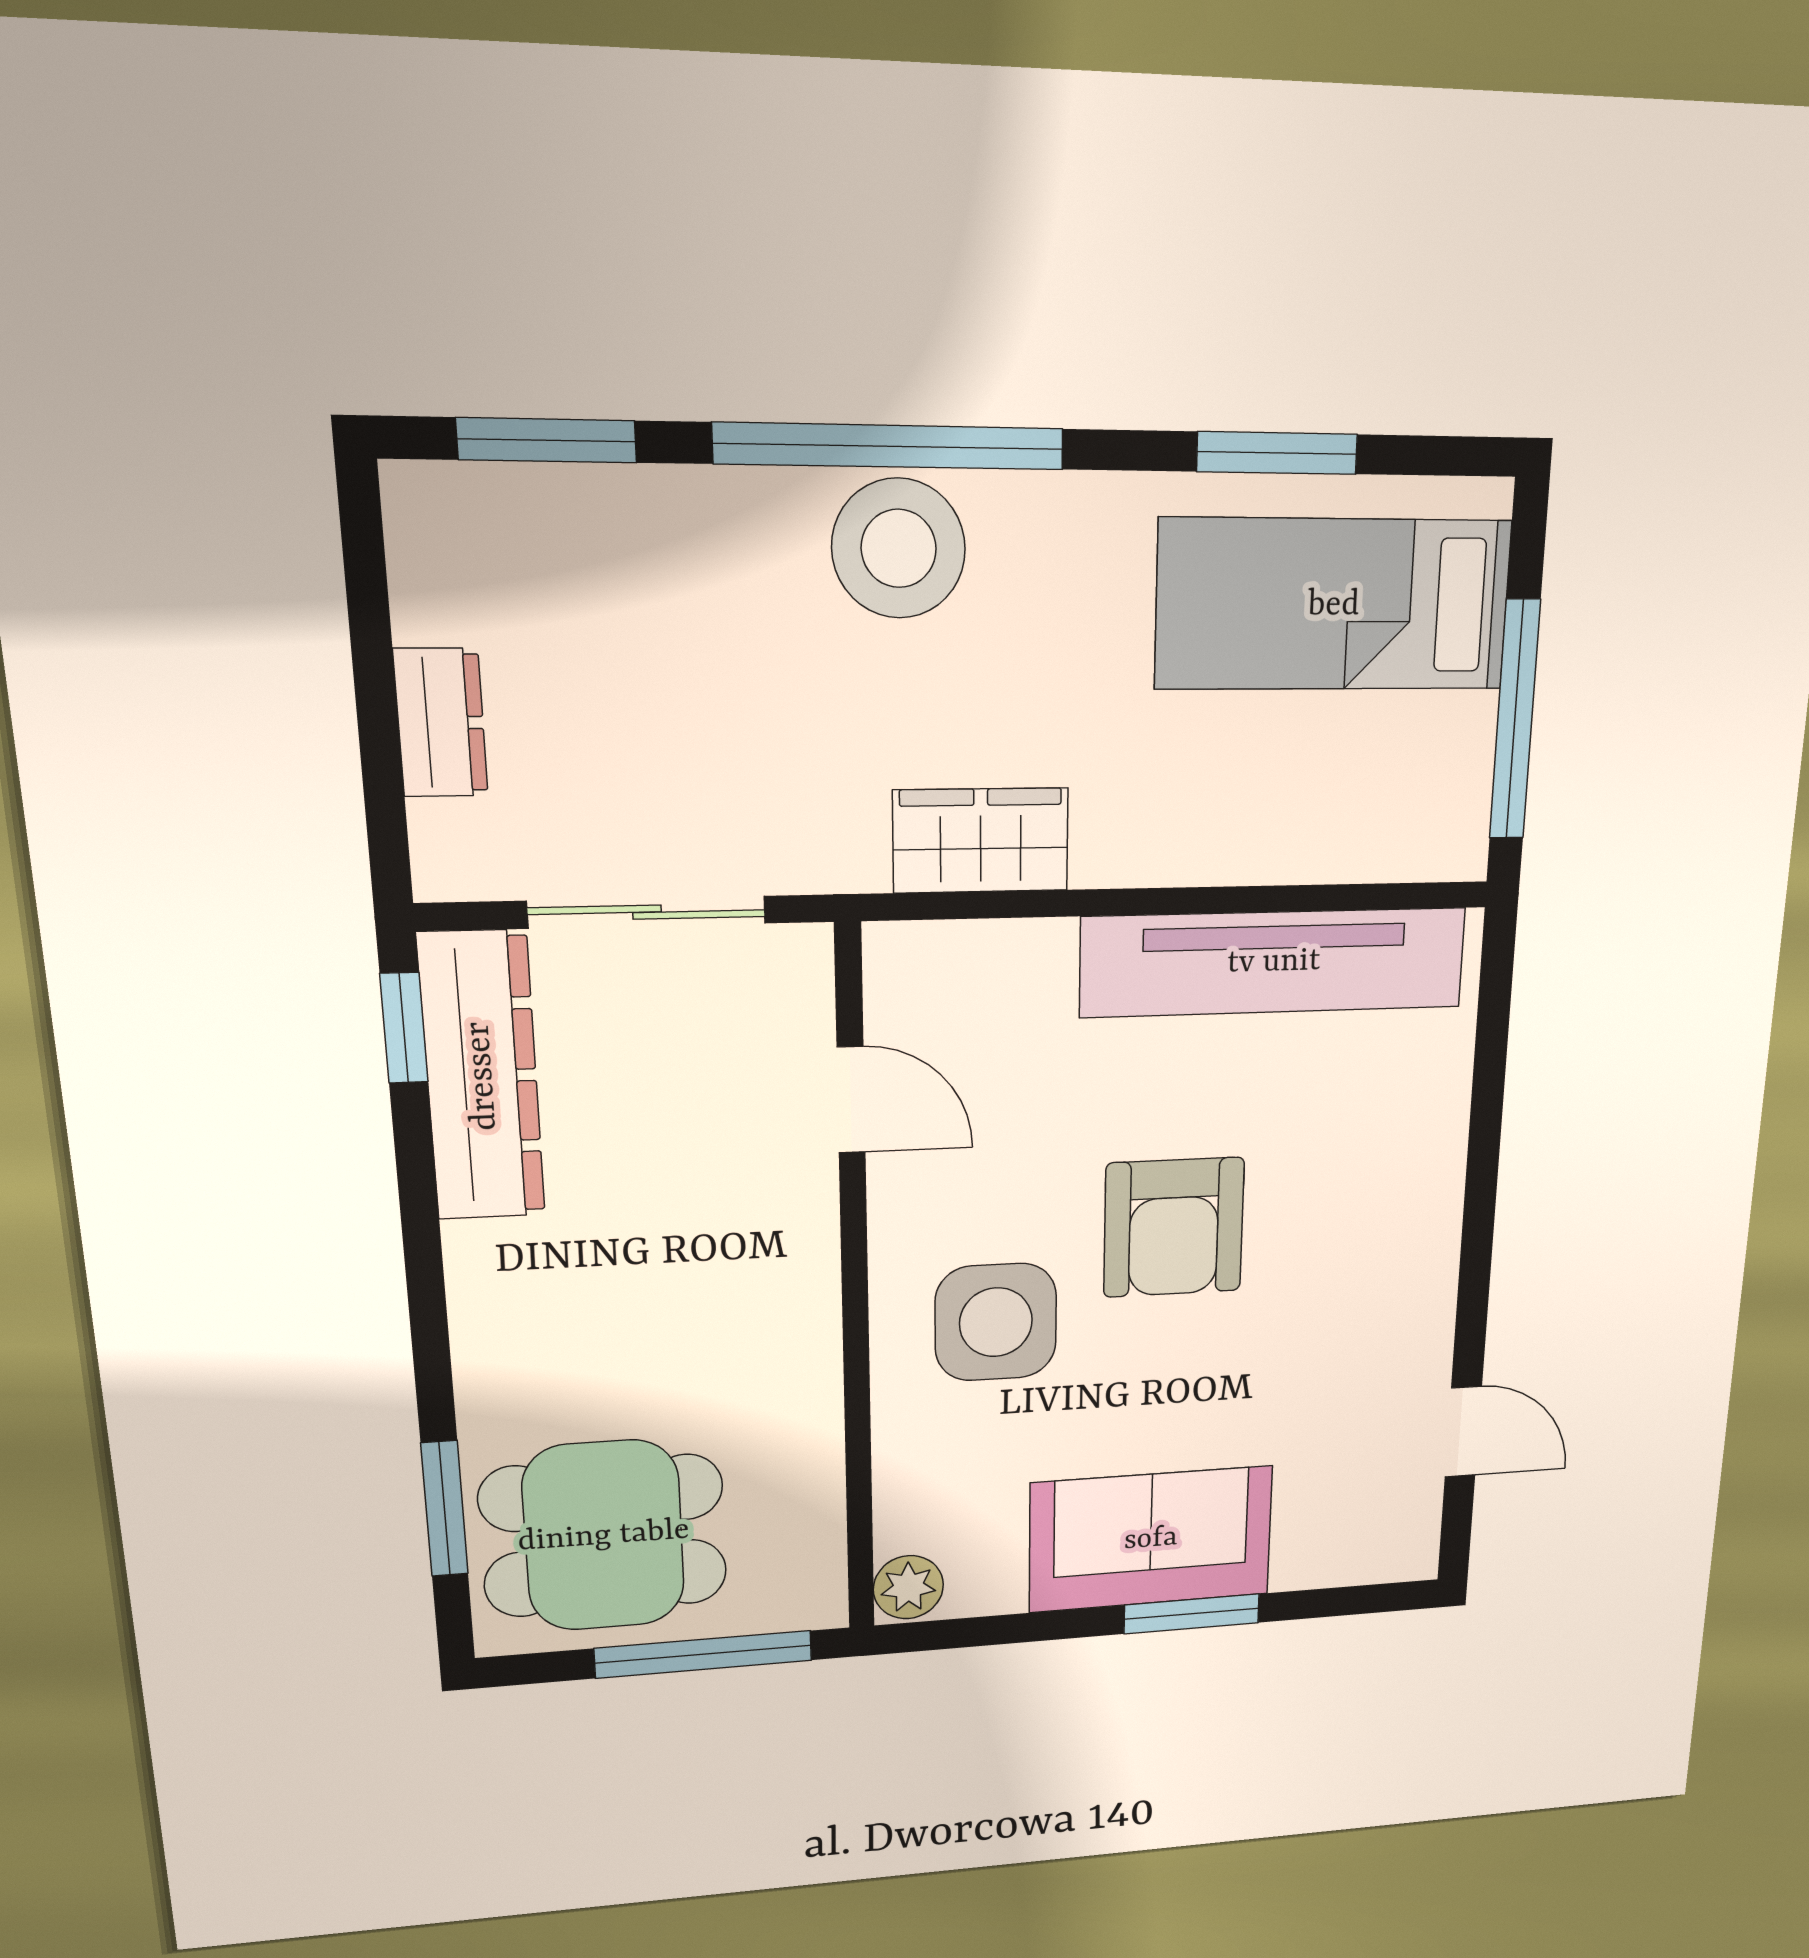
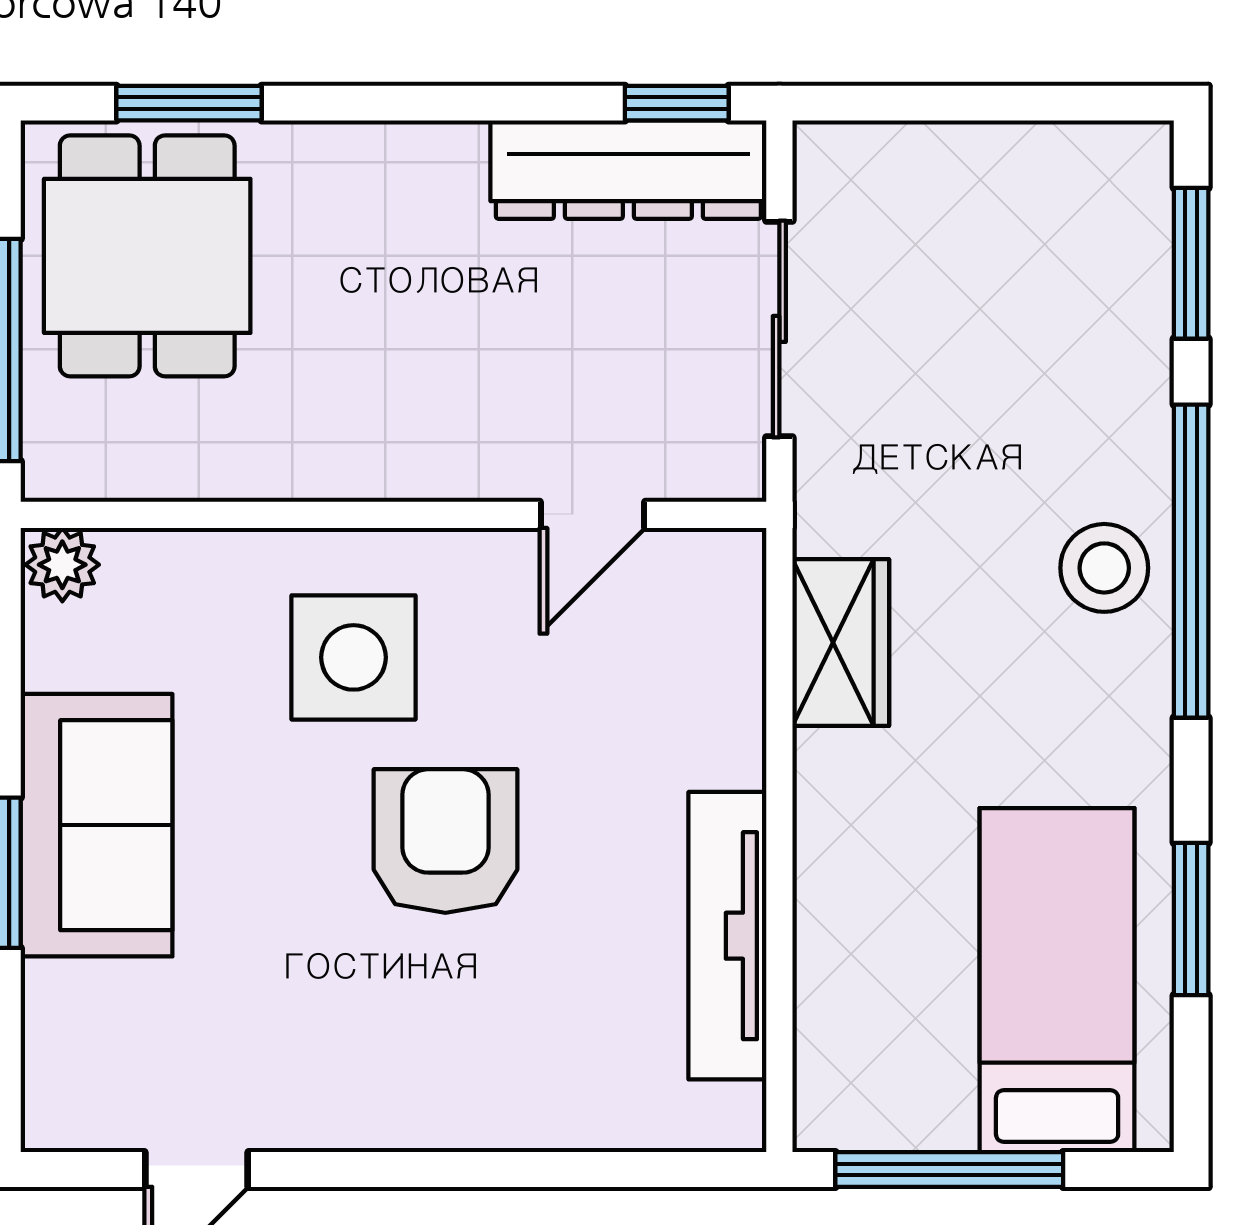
stool: (899, 548) -> (1104, 568), width x0.73, depth x0.73
dresser: (441, 723) -> (953, 157), removed
tv unit: (1274, 962) -> (727, 936), width x0.73, depth x0.78
armchair: (1174, 1227) -> (445, 841), turned 90

